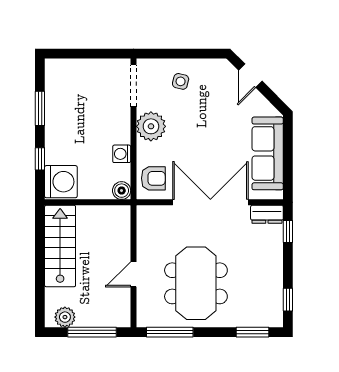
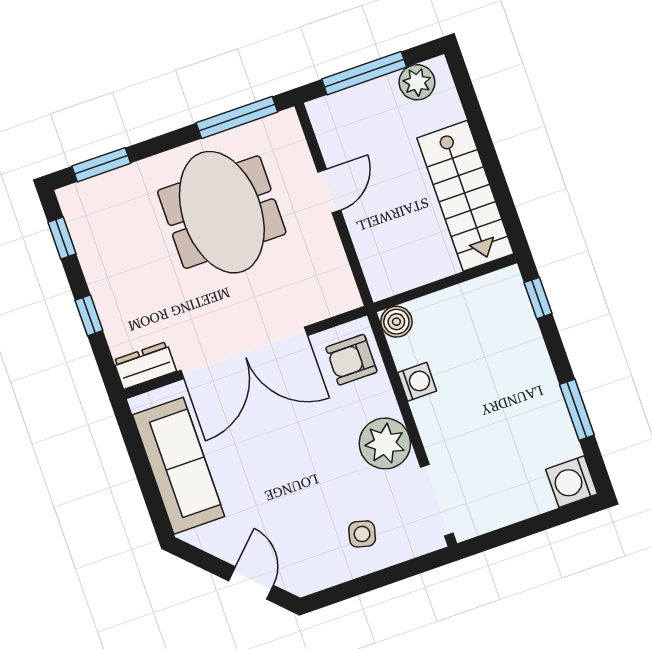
window: (40, 159) -> (538, 298), moved
washing machine: (61, 182) -> (572, 482), moved, width x0.73, depth x0.73
window: (288, 232) -> (89, 315), moved

